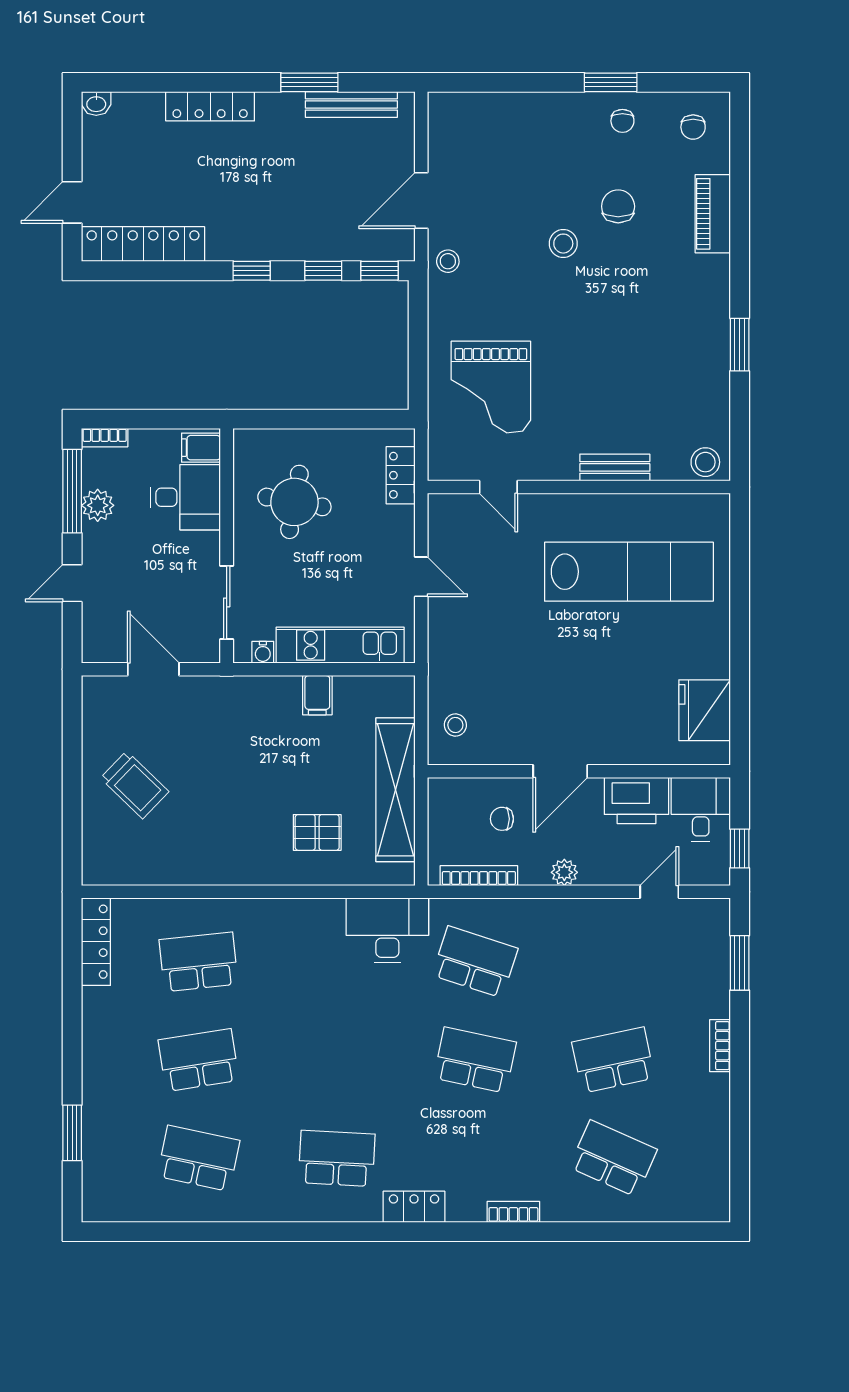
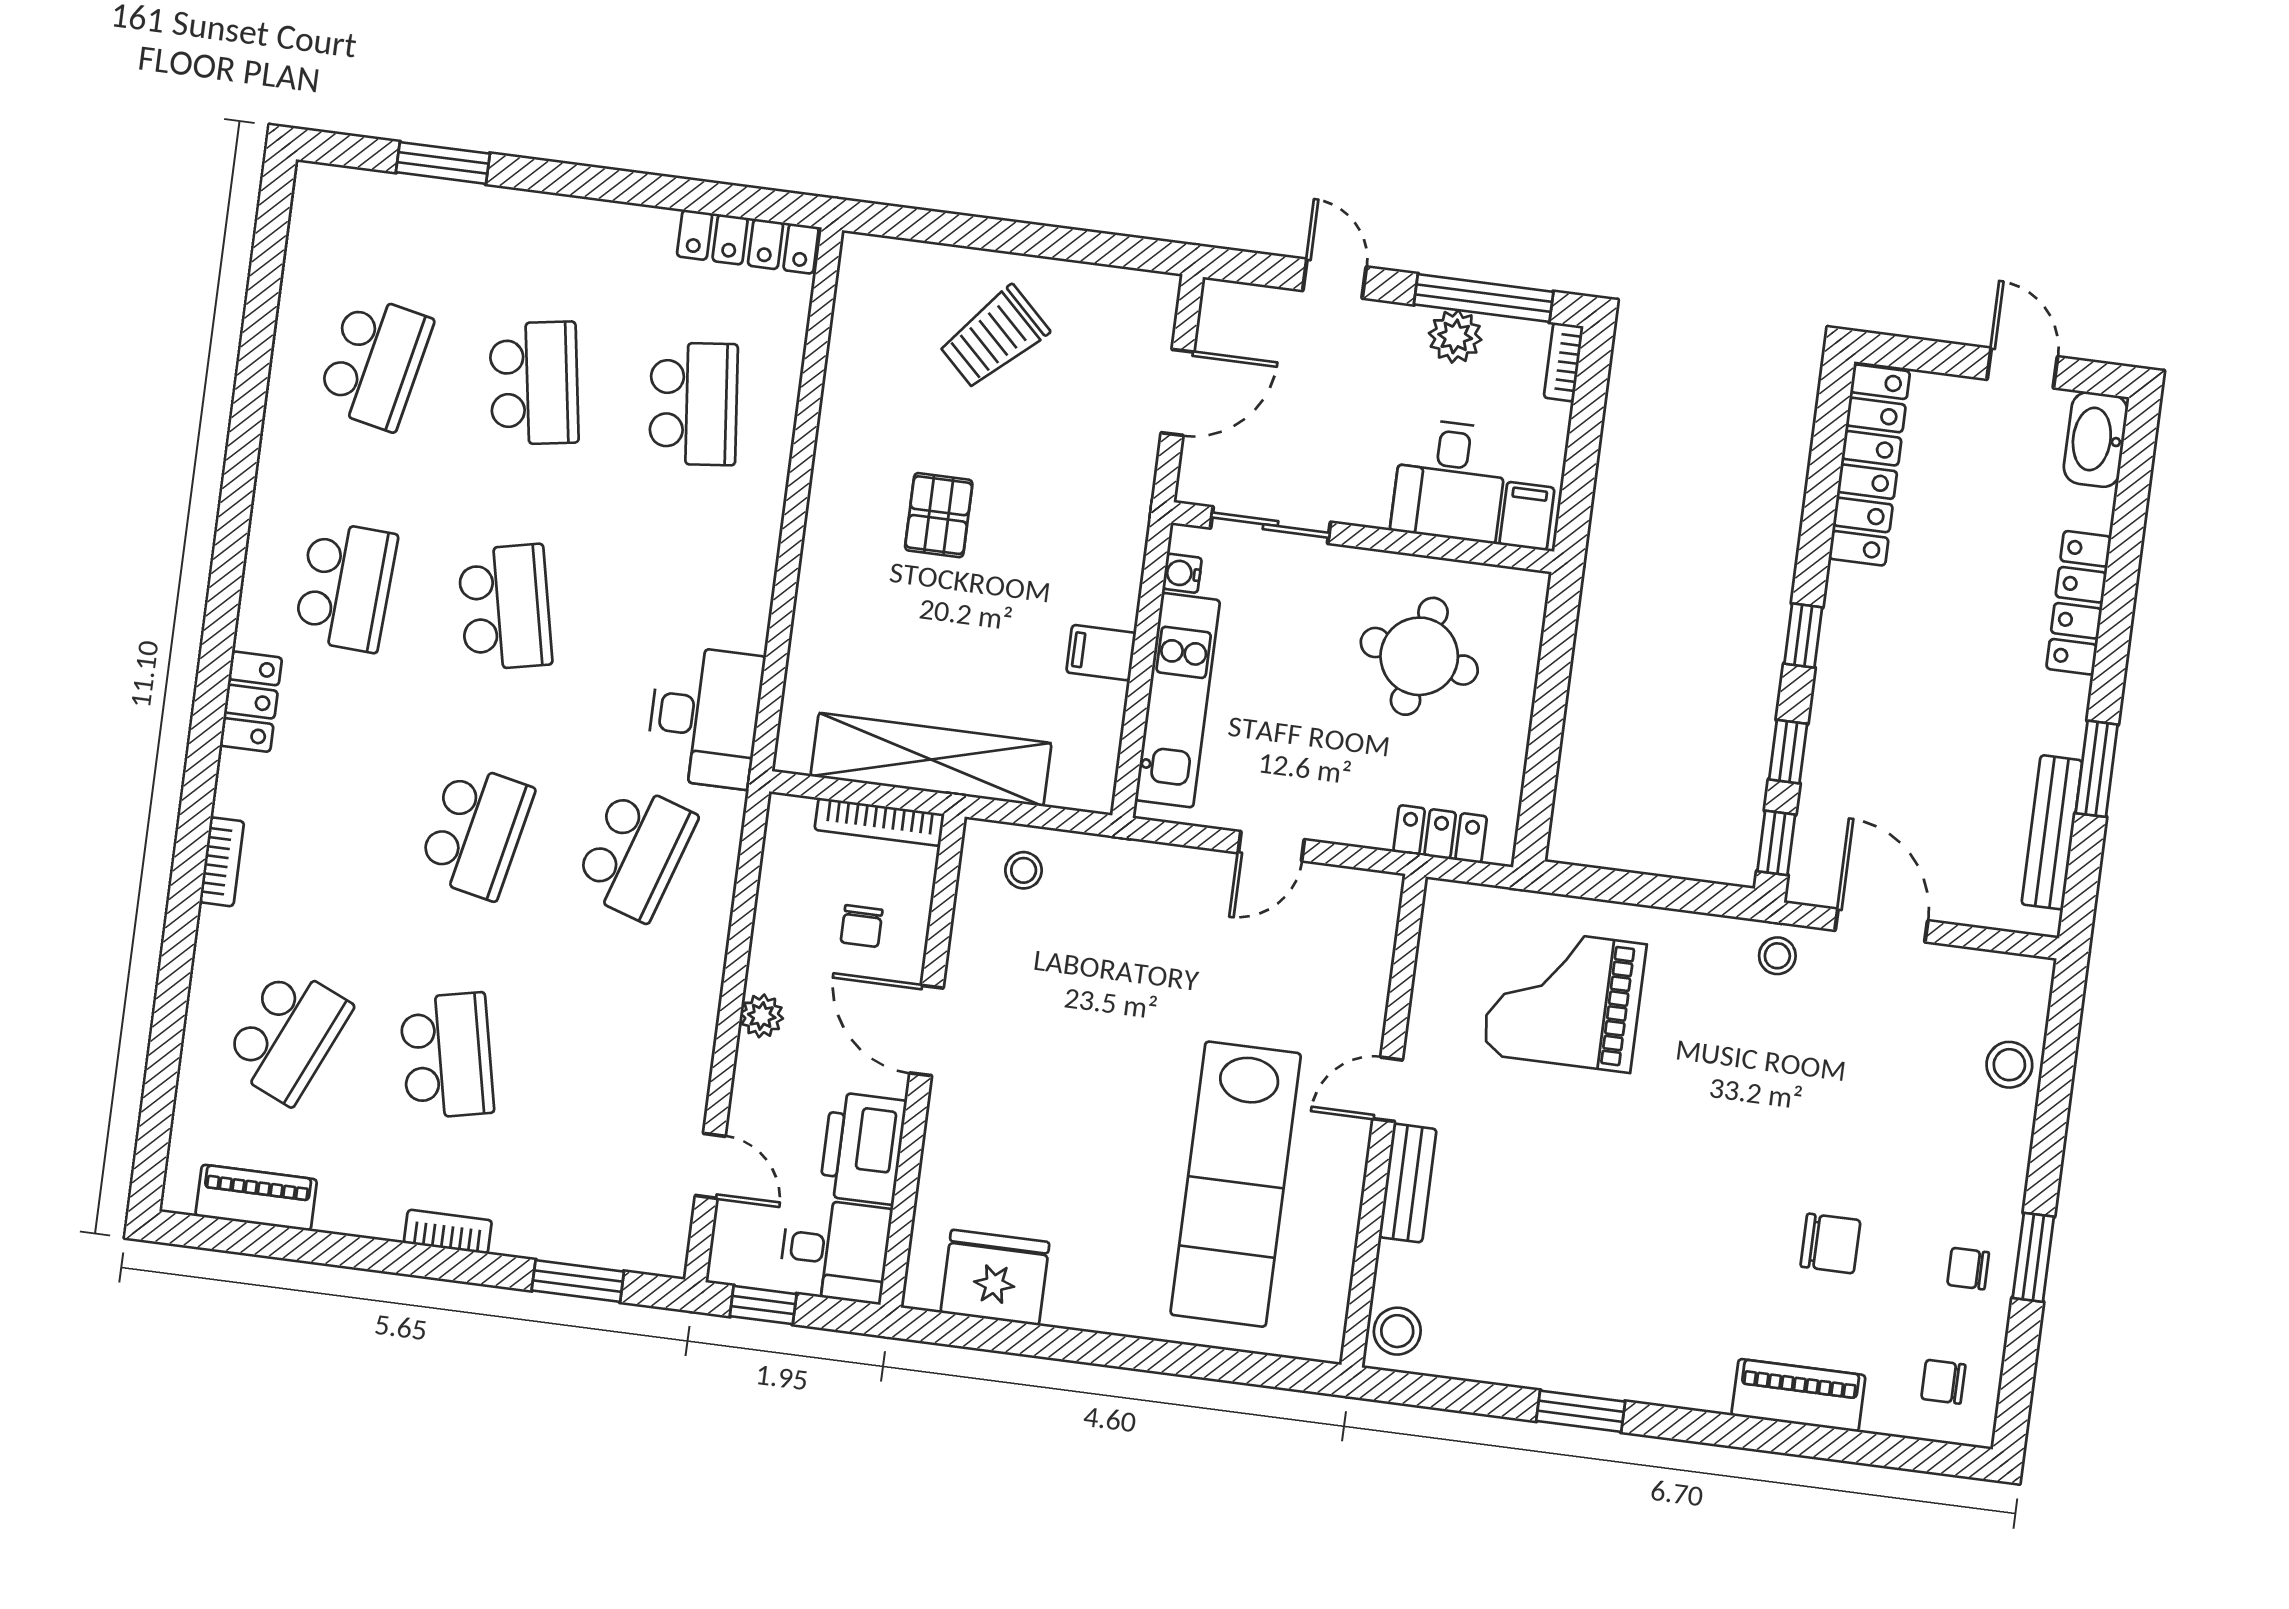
washbasin: (96, 103) -> (2096, 439), width x1.91, depth x1.45
door: (72, 202) -> (2022, 368), moved
stool: (563, 244) -> (2009, 1065), moved
door: (498, 487) -> (1388, 1089), moved
chair: (502, 819) -> (862, 926), turned 180
pallet: (317, 832) -> (939, 515), moved
bookcase: (479, 876) -> (879, 822), moved, turned 90
school desk: (337, 1060) -> (505, 607), added
piano: (714, 1164) -> (256, 1198), added

